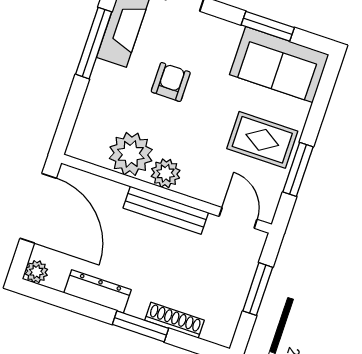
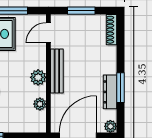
plant: (131, 154) -> (40, 104), width x0.53, depth x0.53
shoe rack: (175, 320) -> (111, 30), moved
window: (141, 326) -> (120, 88), moved

